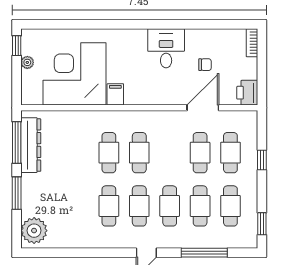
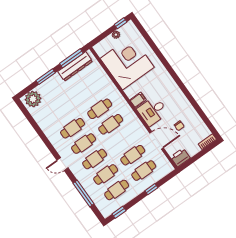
desk: (166, 48) -> (153, 111), moved, turned 180
filing cabinet: (115, 94) -> (138, 100), moved

